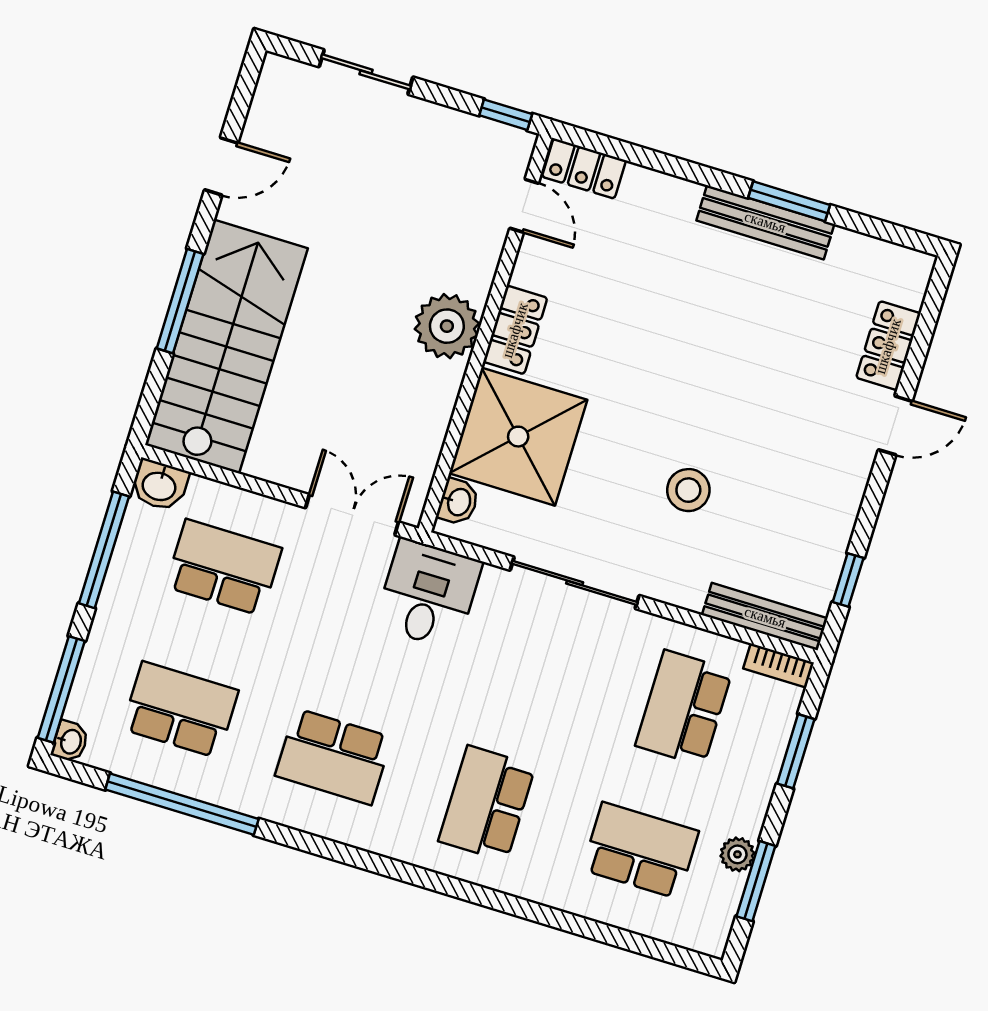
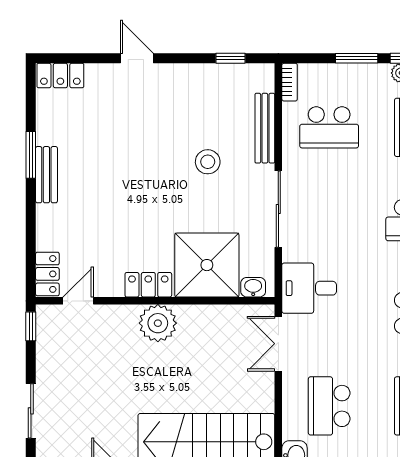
bench: (765, 222) -> (46, 175), width x0.73
locker: (888, 346) -> (60, 76), moved
bench: (765, 617) -> (265, 128), moved
window: (796, 751) -> (357, 58), moved

